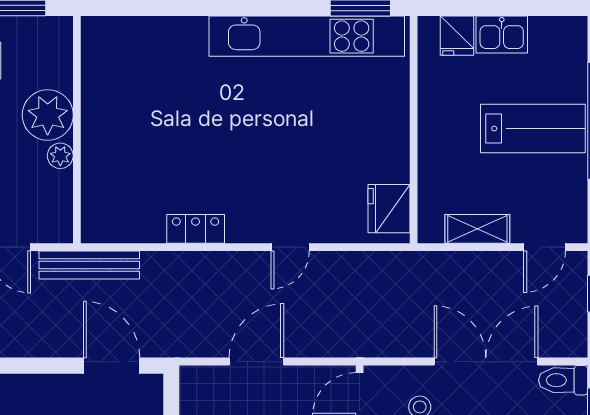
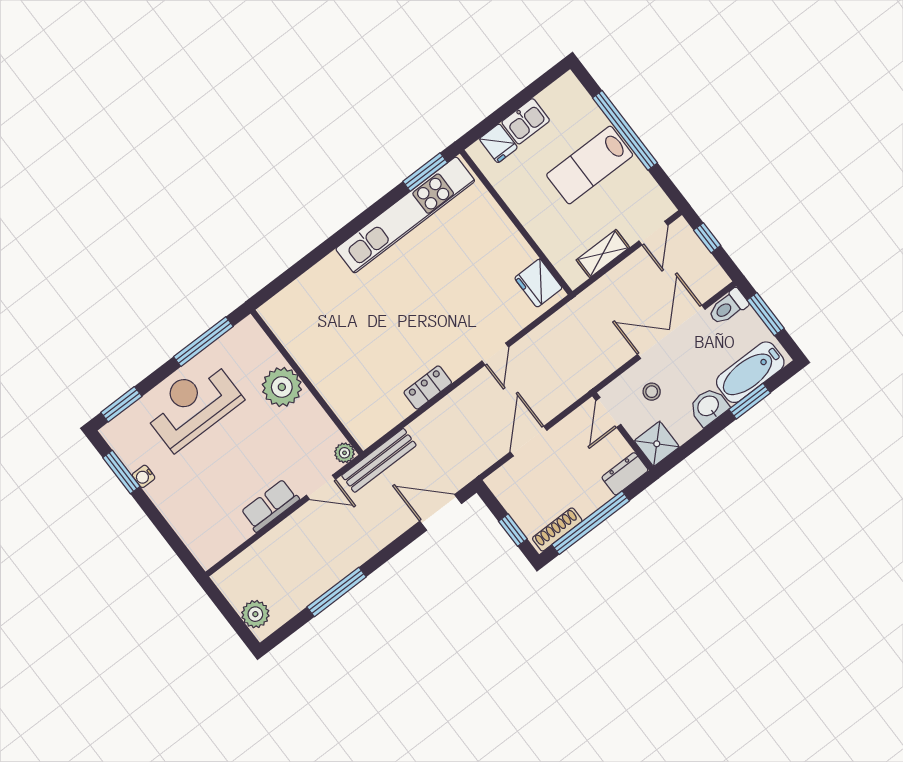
lab bench: (533, 129) -> (590, 165), turned 180
plant: (60, 156) -> (344, 453), moved

